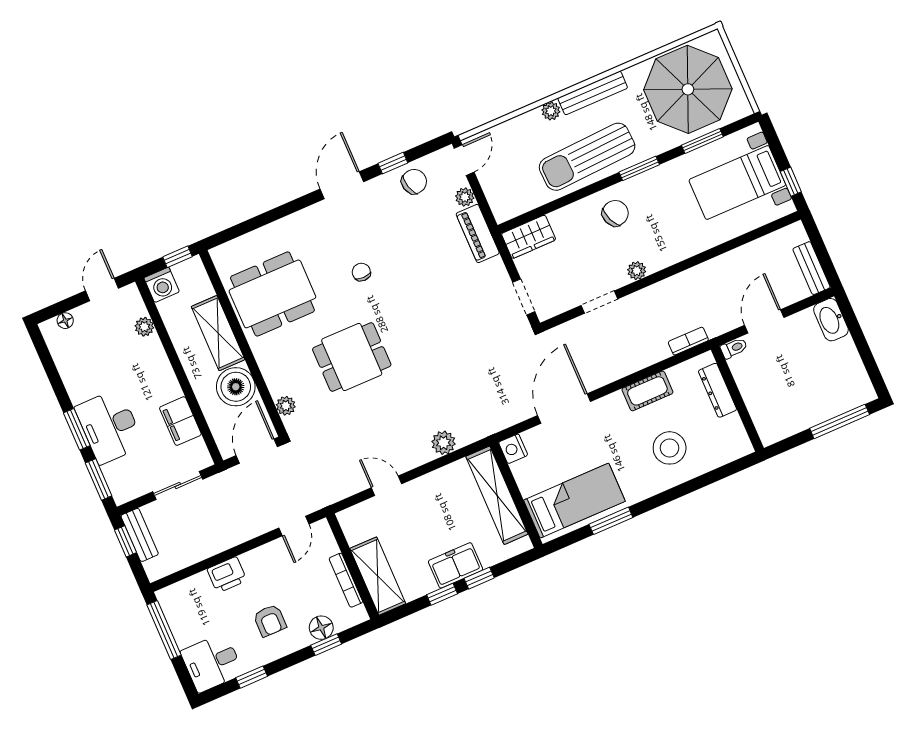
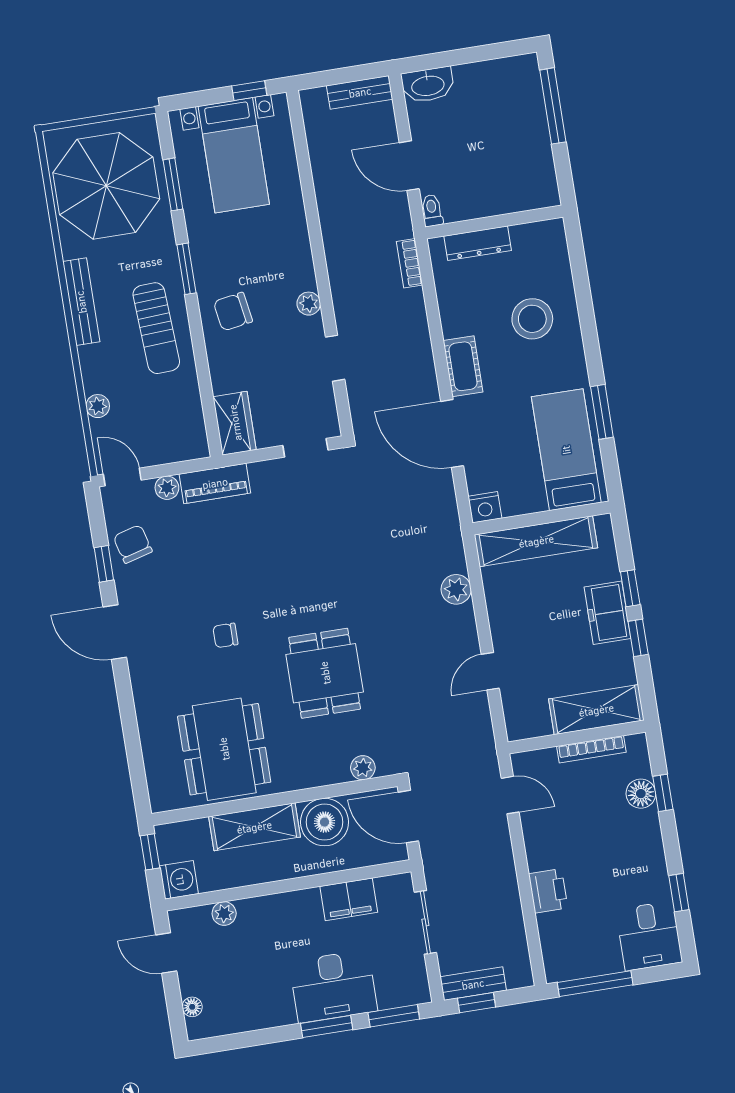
plant: (551, 111) -> (98, 406), moved
sun lounger: (587, 157) -> (156, 328), width x0.73, depth x0.75
chair: (615, 213) -> (233, 312), turned -77
cot: (647, 391) -> (463, 366), moved
armchair: (270, 621) -> (616, 853), removed

